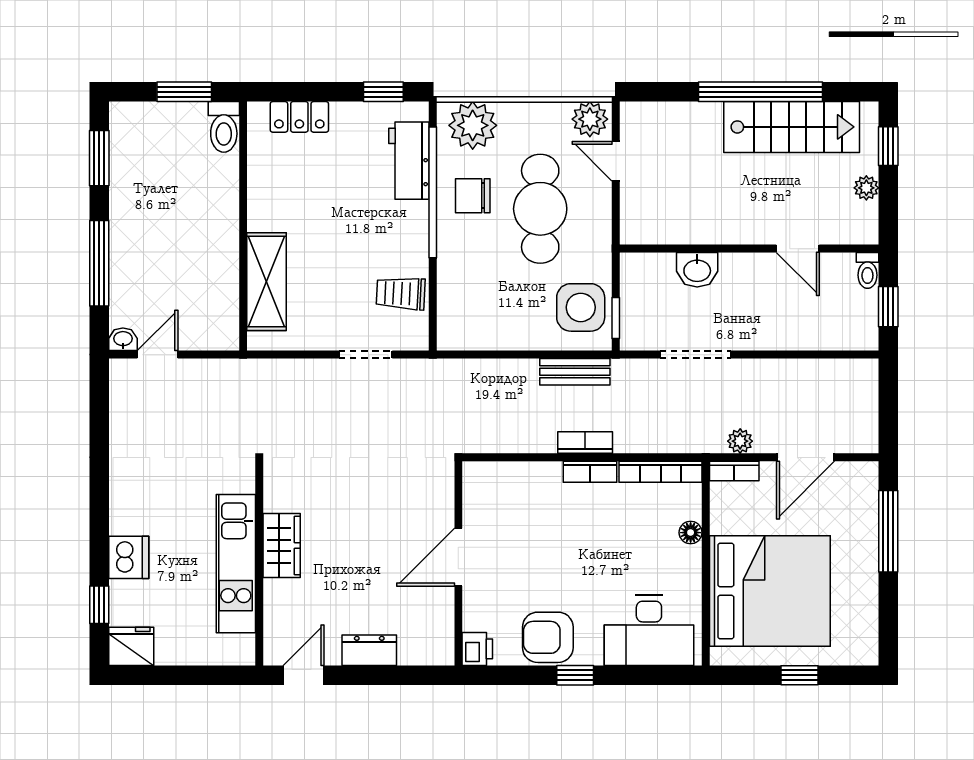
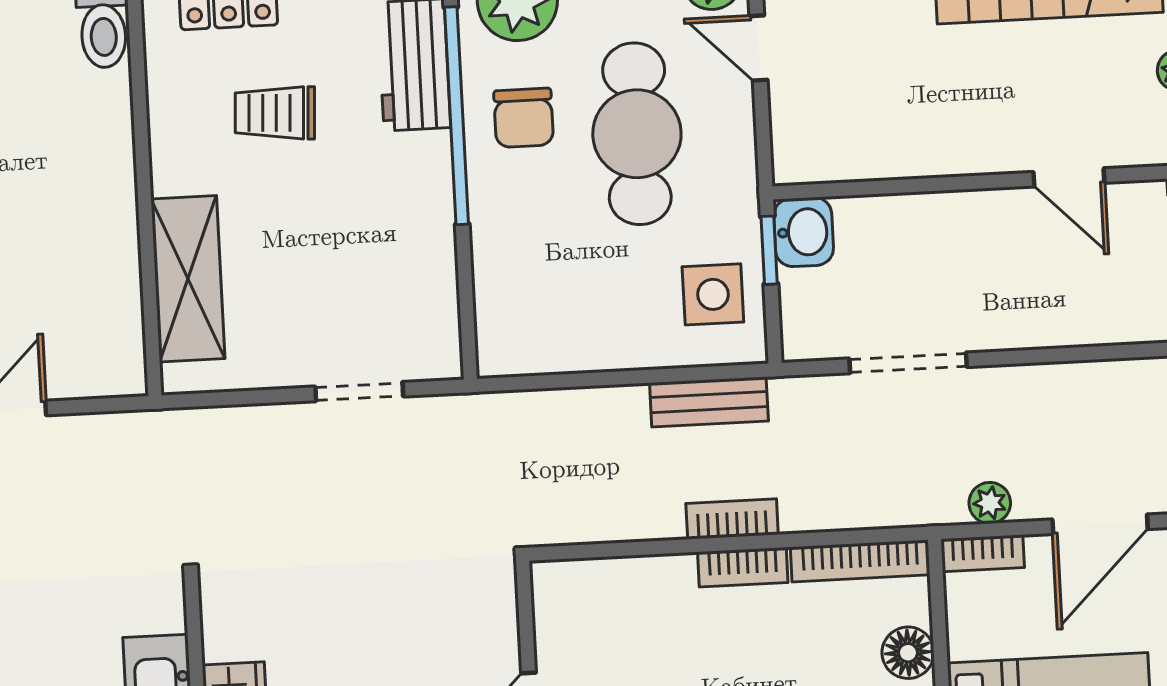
chair: (473, 196) -> (524, 118), turned -90
washbasin: (697, 270) -> (804, 232), moved, turned -90
trolley: (401, 293) -> (275, 113), moved
side table: (581, 307) -> (713, 294), width x0.73, depth x0.73
window: (616, 318) -> (769, 250), moved
floor lamp: (691, 533) -> (908, 653), width x1.37, depth x1.37

